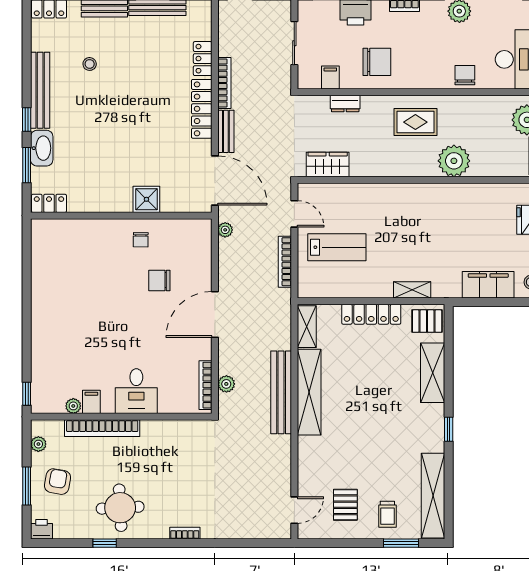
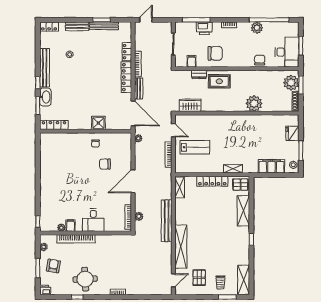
rug: (415, 122) -> (219, 81), moved
locker: (49, 203) -> (54, 125), width x1.53
shelving: (309, 392) -> (181, 247), moved
shelving: (433, 496) -> (244, 280), width x0.68

